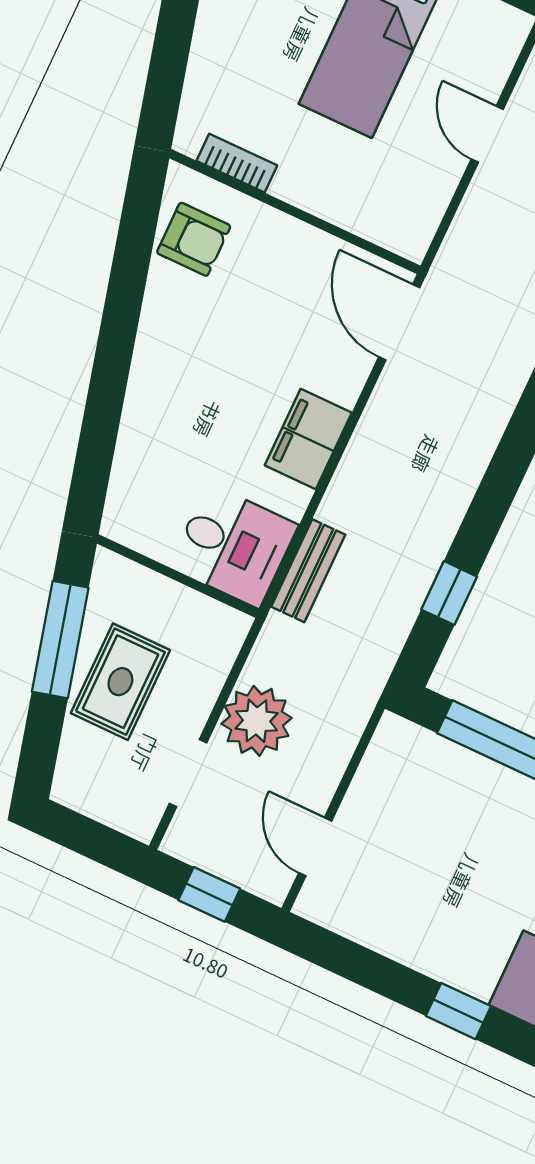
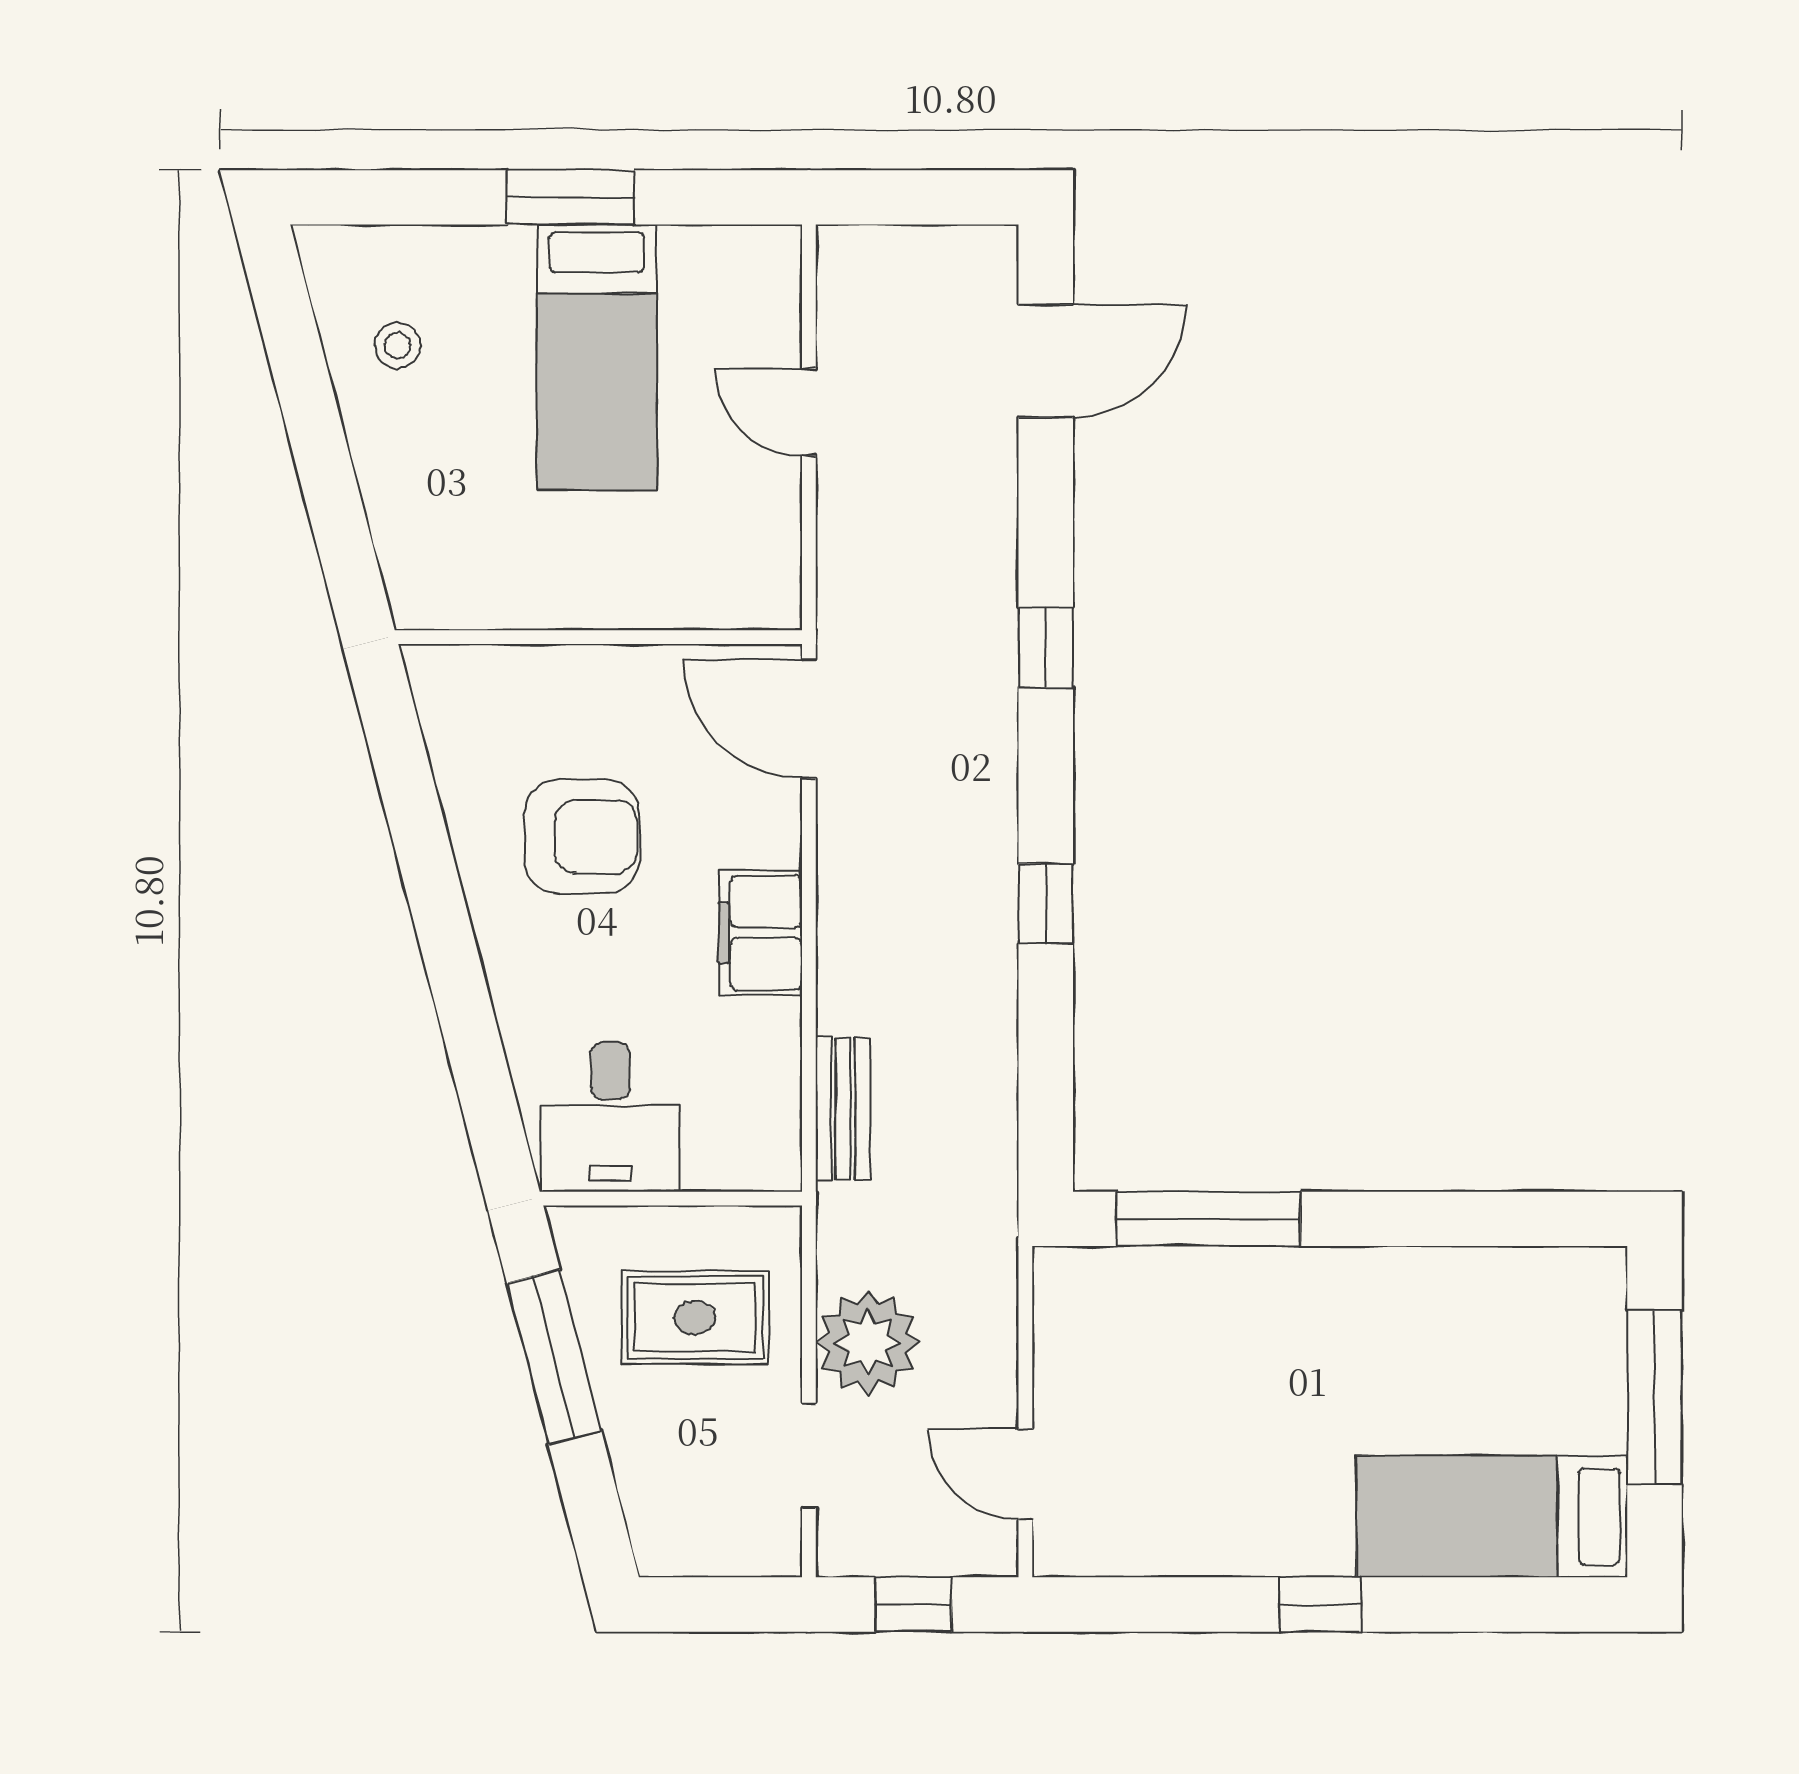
bookcase: (237, 163) -> (492, 608), removed
armchair: (194, 239) -> (582, 837), moved, width x1.38, depth x1.38
desk: (234, 546) -> (610, 1117), moved, turned 90
window: (449, 593) -> (1046, 903), moved
rug: (120, 682) -> (695, 1318), moved, turned 90

